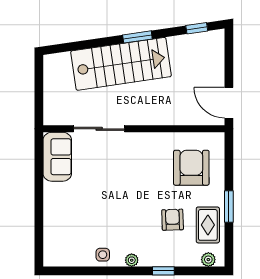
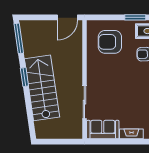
window: (197, 28) -> (19, 38), width x2.17
fireplace: (51, 201) -> (131, 134), added

